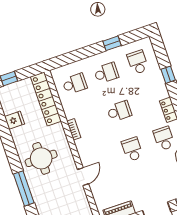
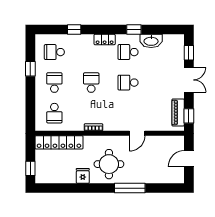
school desk: (75, 84) -> (54, 113), turned 180
fridge: (15, 120) -> (83, 176), moved
door: (83, 177) -> (137, 133), swing flipped

